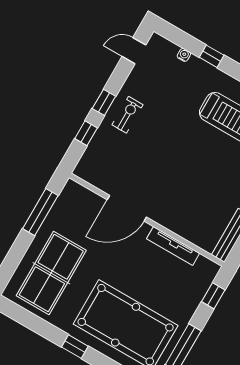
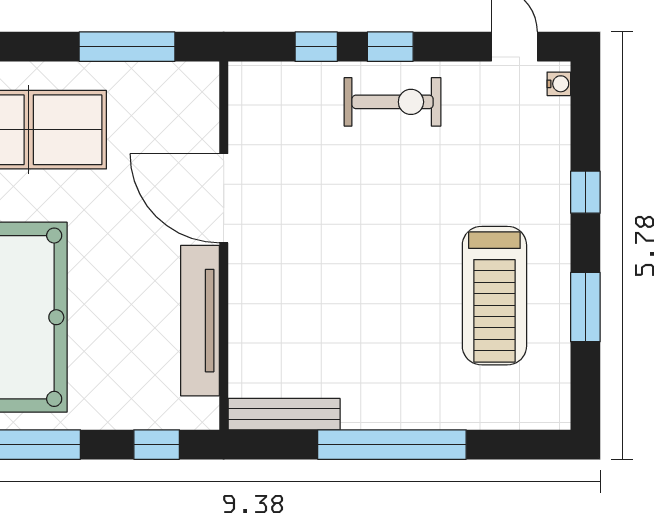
water cooler: (184, 55) -> (559, 84), moved
exercise bike: (127, 115) -> (393, 102), width x1.38, depth x1.39
tv unit: (173, 246) -> (200, 321), width x1.36, depth x1.29

